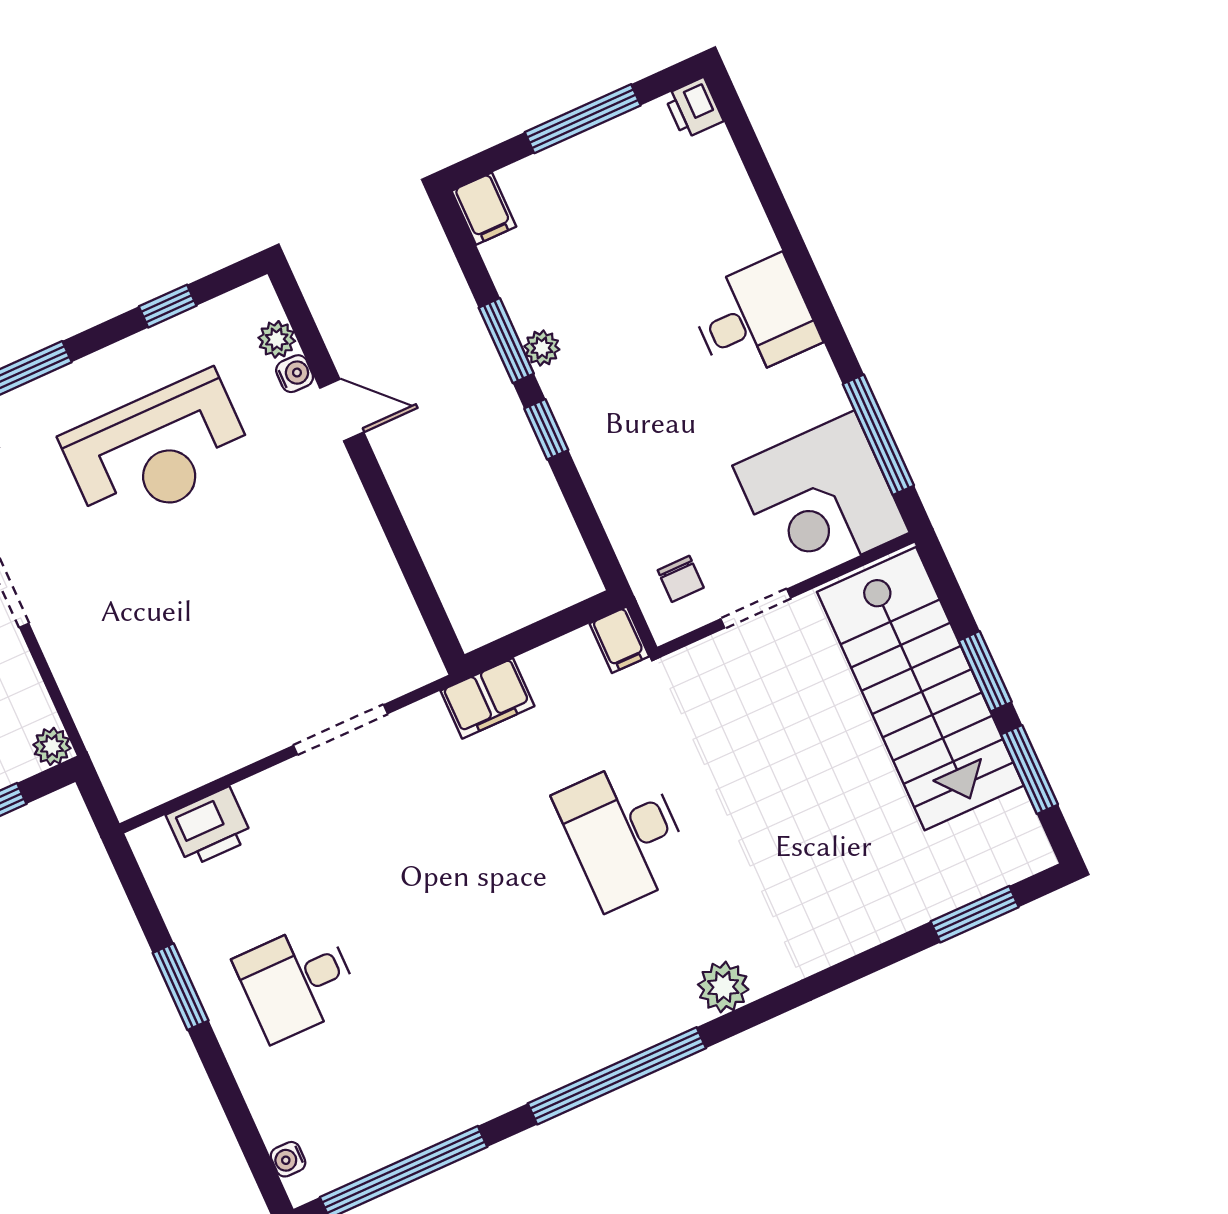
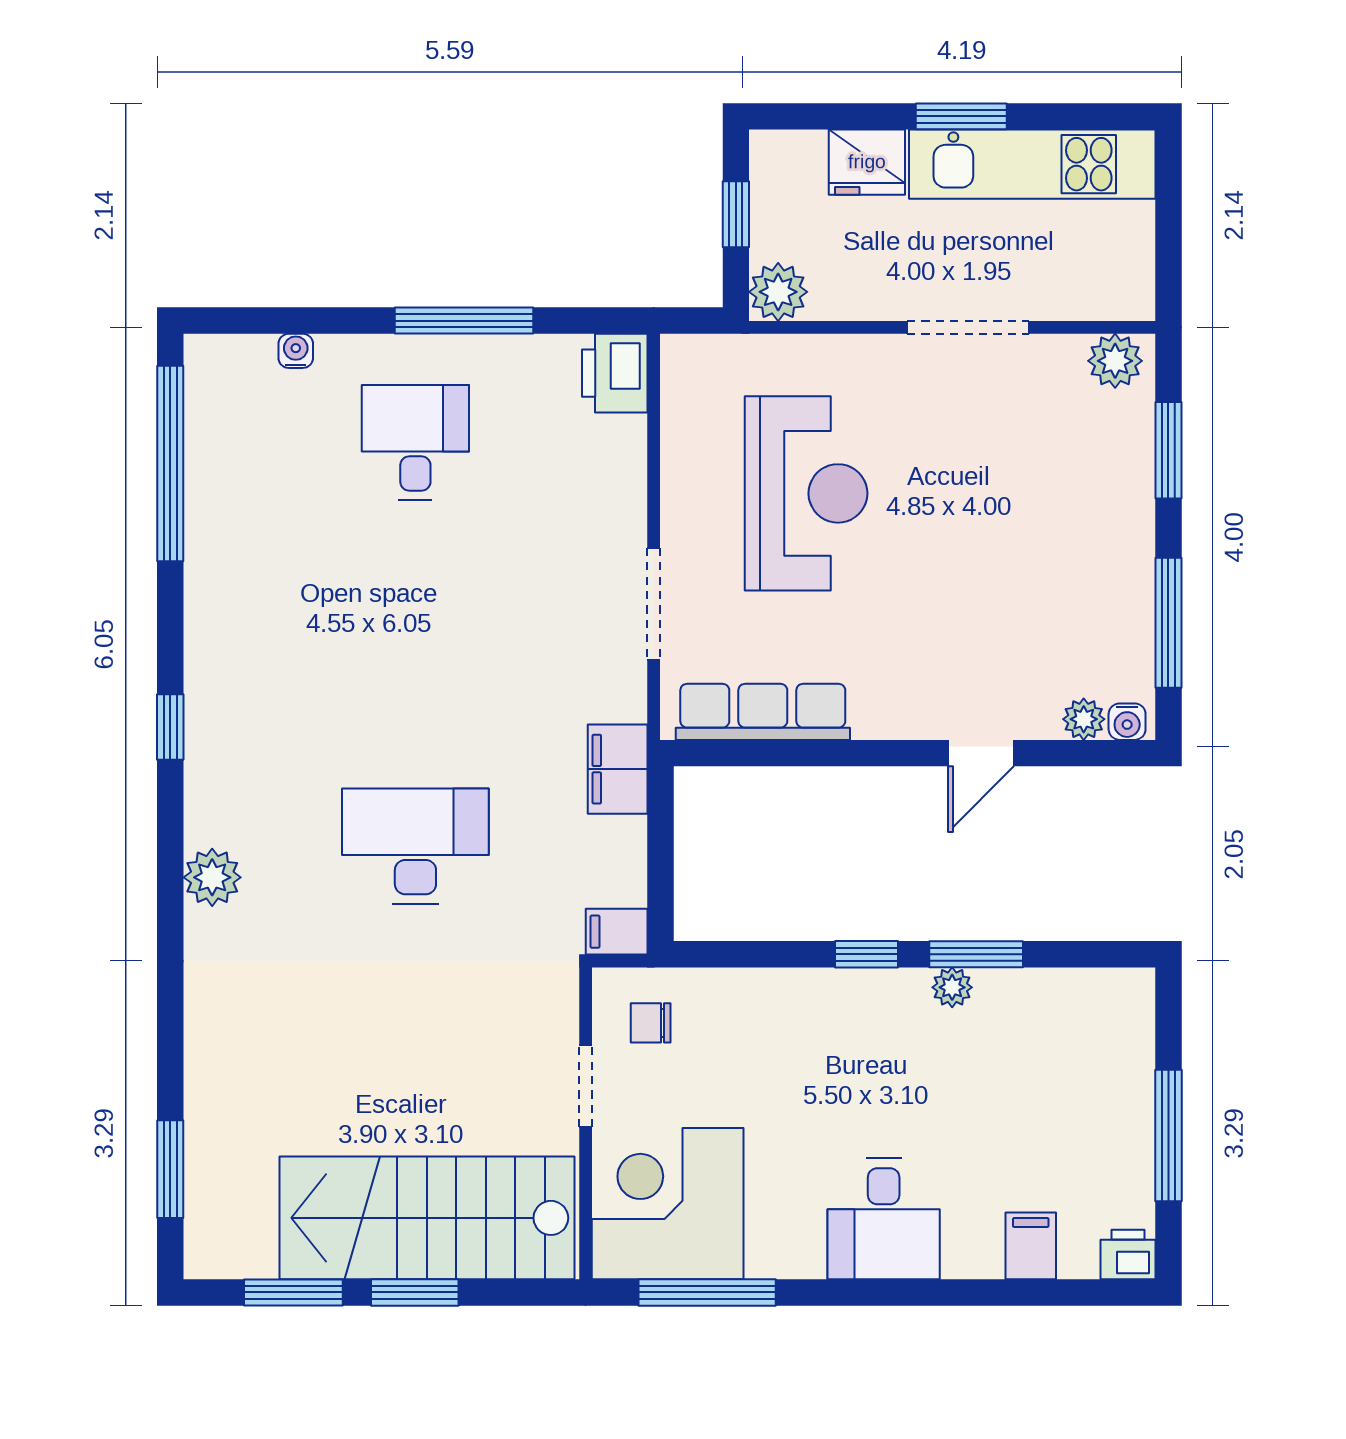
filing cabinet: (484, 209) -> (1031, 1246), moved, turned 90
window: (168, 306) -> (1168, 623), width x2.17
water cooler: (295, 374) -> (1127, 722), moved
reception desk: (158, 451) -> (806, 493), moved, turned 180
row of seats: (388, 602) -> (763, 712), added
plant: (52, 746) -> (778, 292), width x1.38, depth x1.38
printer: (209, 827) -> (615, 373), moved
window: (181, 987) -> (464, 321), width x1.44
window: (617, 1076) -> (170, 727), width x0.32
water cooler: (288, 1159) -> (296, 351), moved

